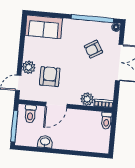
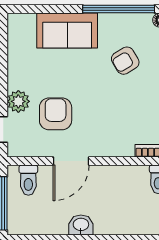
sofa: (44, 27) -> (67, 31), moved
plant: (87, 99) -> (122, 146), removed
washbasin: (45, 142) -> (81, 225), moved

